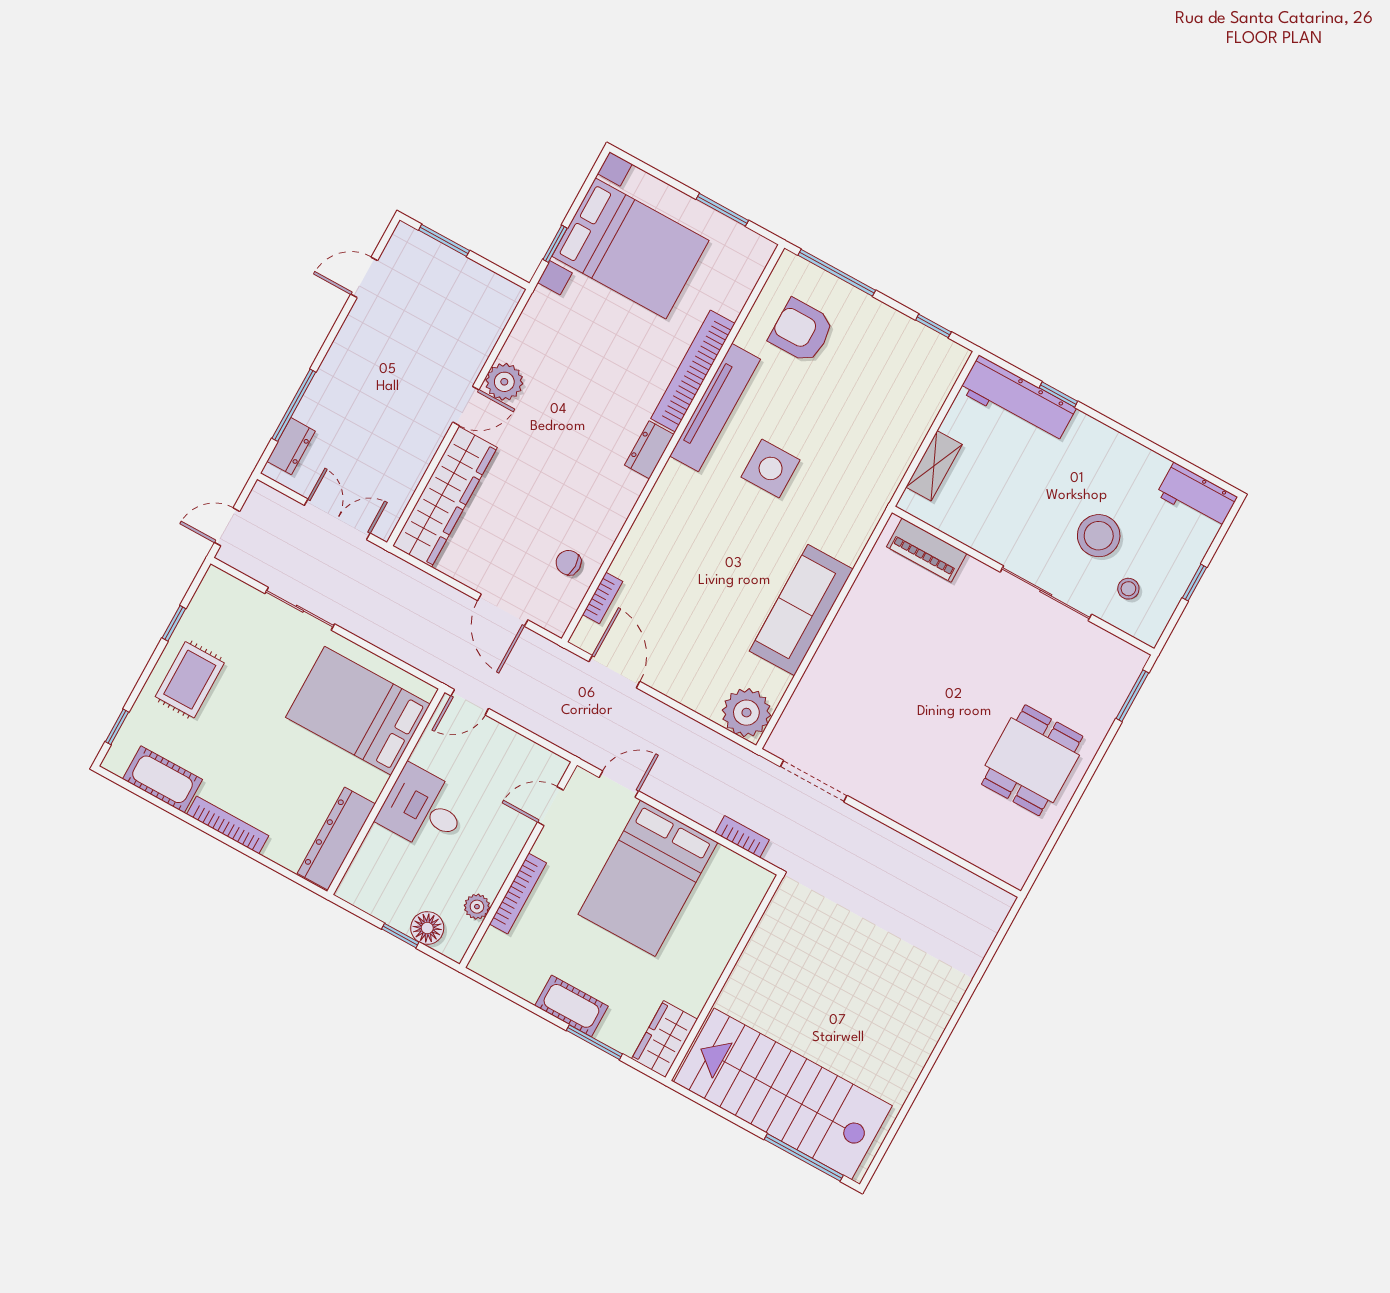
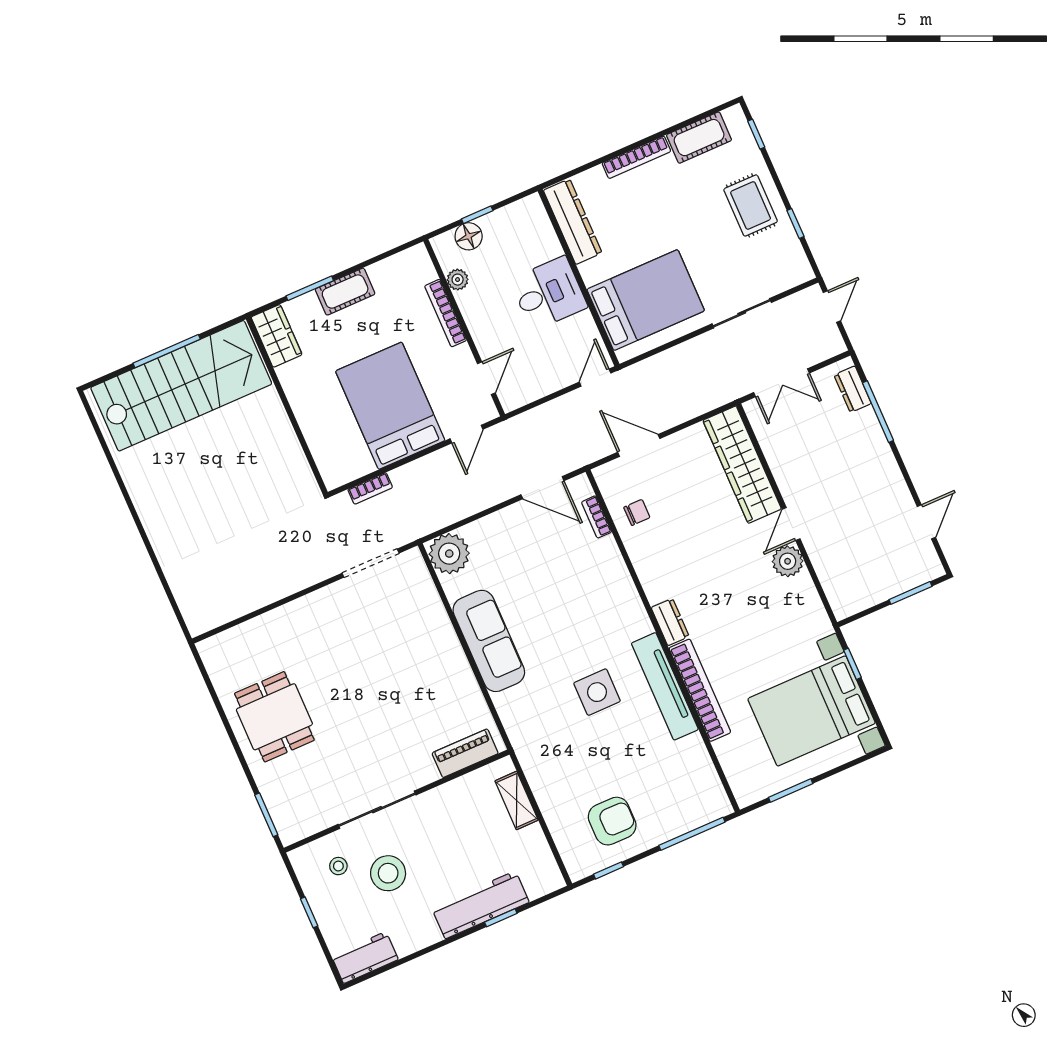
armchair: (801, 331) -> (612, 821), moved
workbench: (1017, 400) -> (480, 905), moved
window: (804, 1157) -> (167, 351), moved

